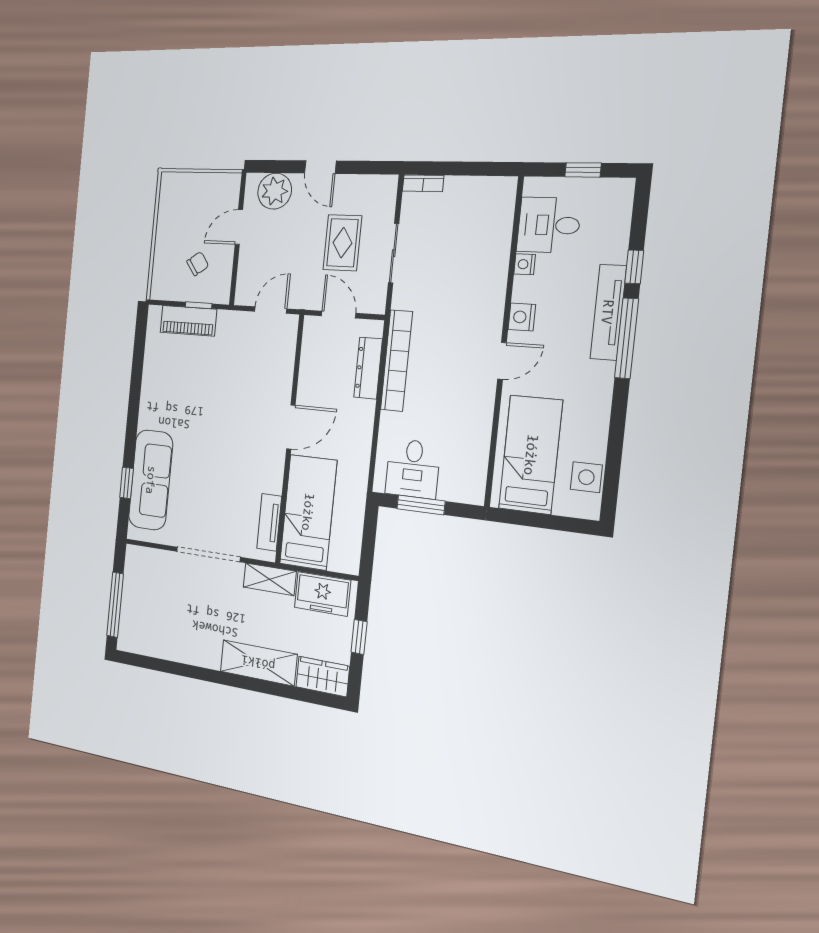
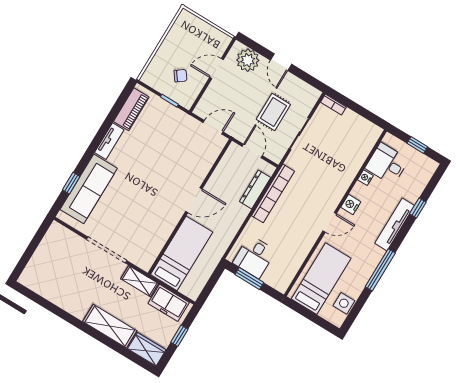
piano: (188, 321) -> (131, 109), moved, turned -90
window: (627, 338) -> (380, 270), moved
tv unit: (269, 522) -> (109, 141), moved, turned 180
window: (115, 605) -> (28, 254), removed

